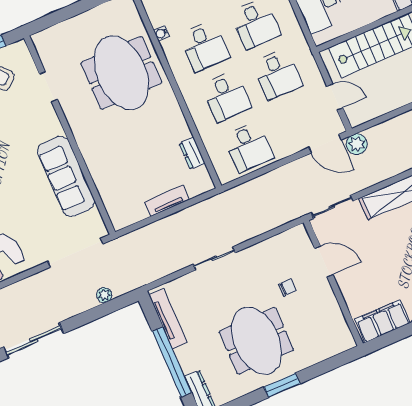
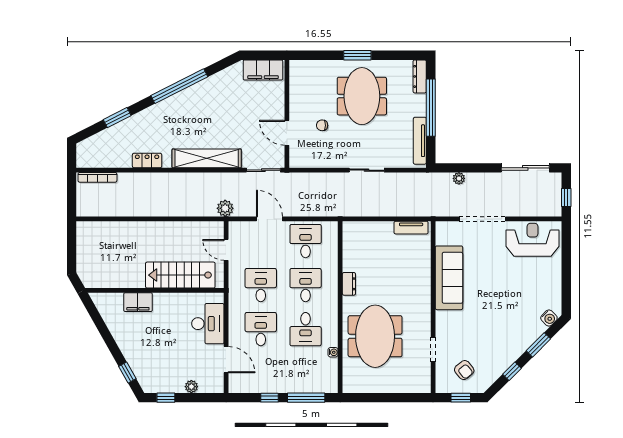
desk: (204, 46) -> (306, 329), turned 180
door: (325, 144) -> (269, 219), moved
dresser: (192, 153) -> (349, 284), moved
tv unit: (167, 201) -> (411, 228), moved
doorway: (75, 253) -> (482, 219), moved

